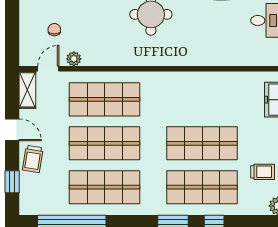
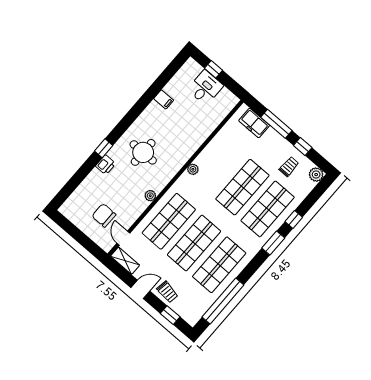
chair: (54, 30) -> (104, 215), width x1.87, depth x1.87
plant: (74, 59) -> (150, 196), moved
plant: (177, 79) -> (193, 169), added

